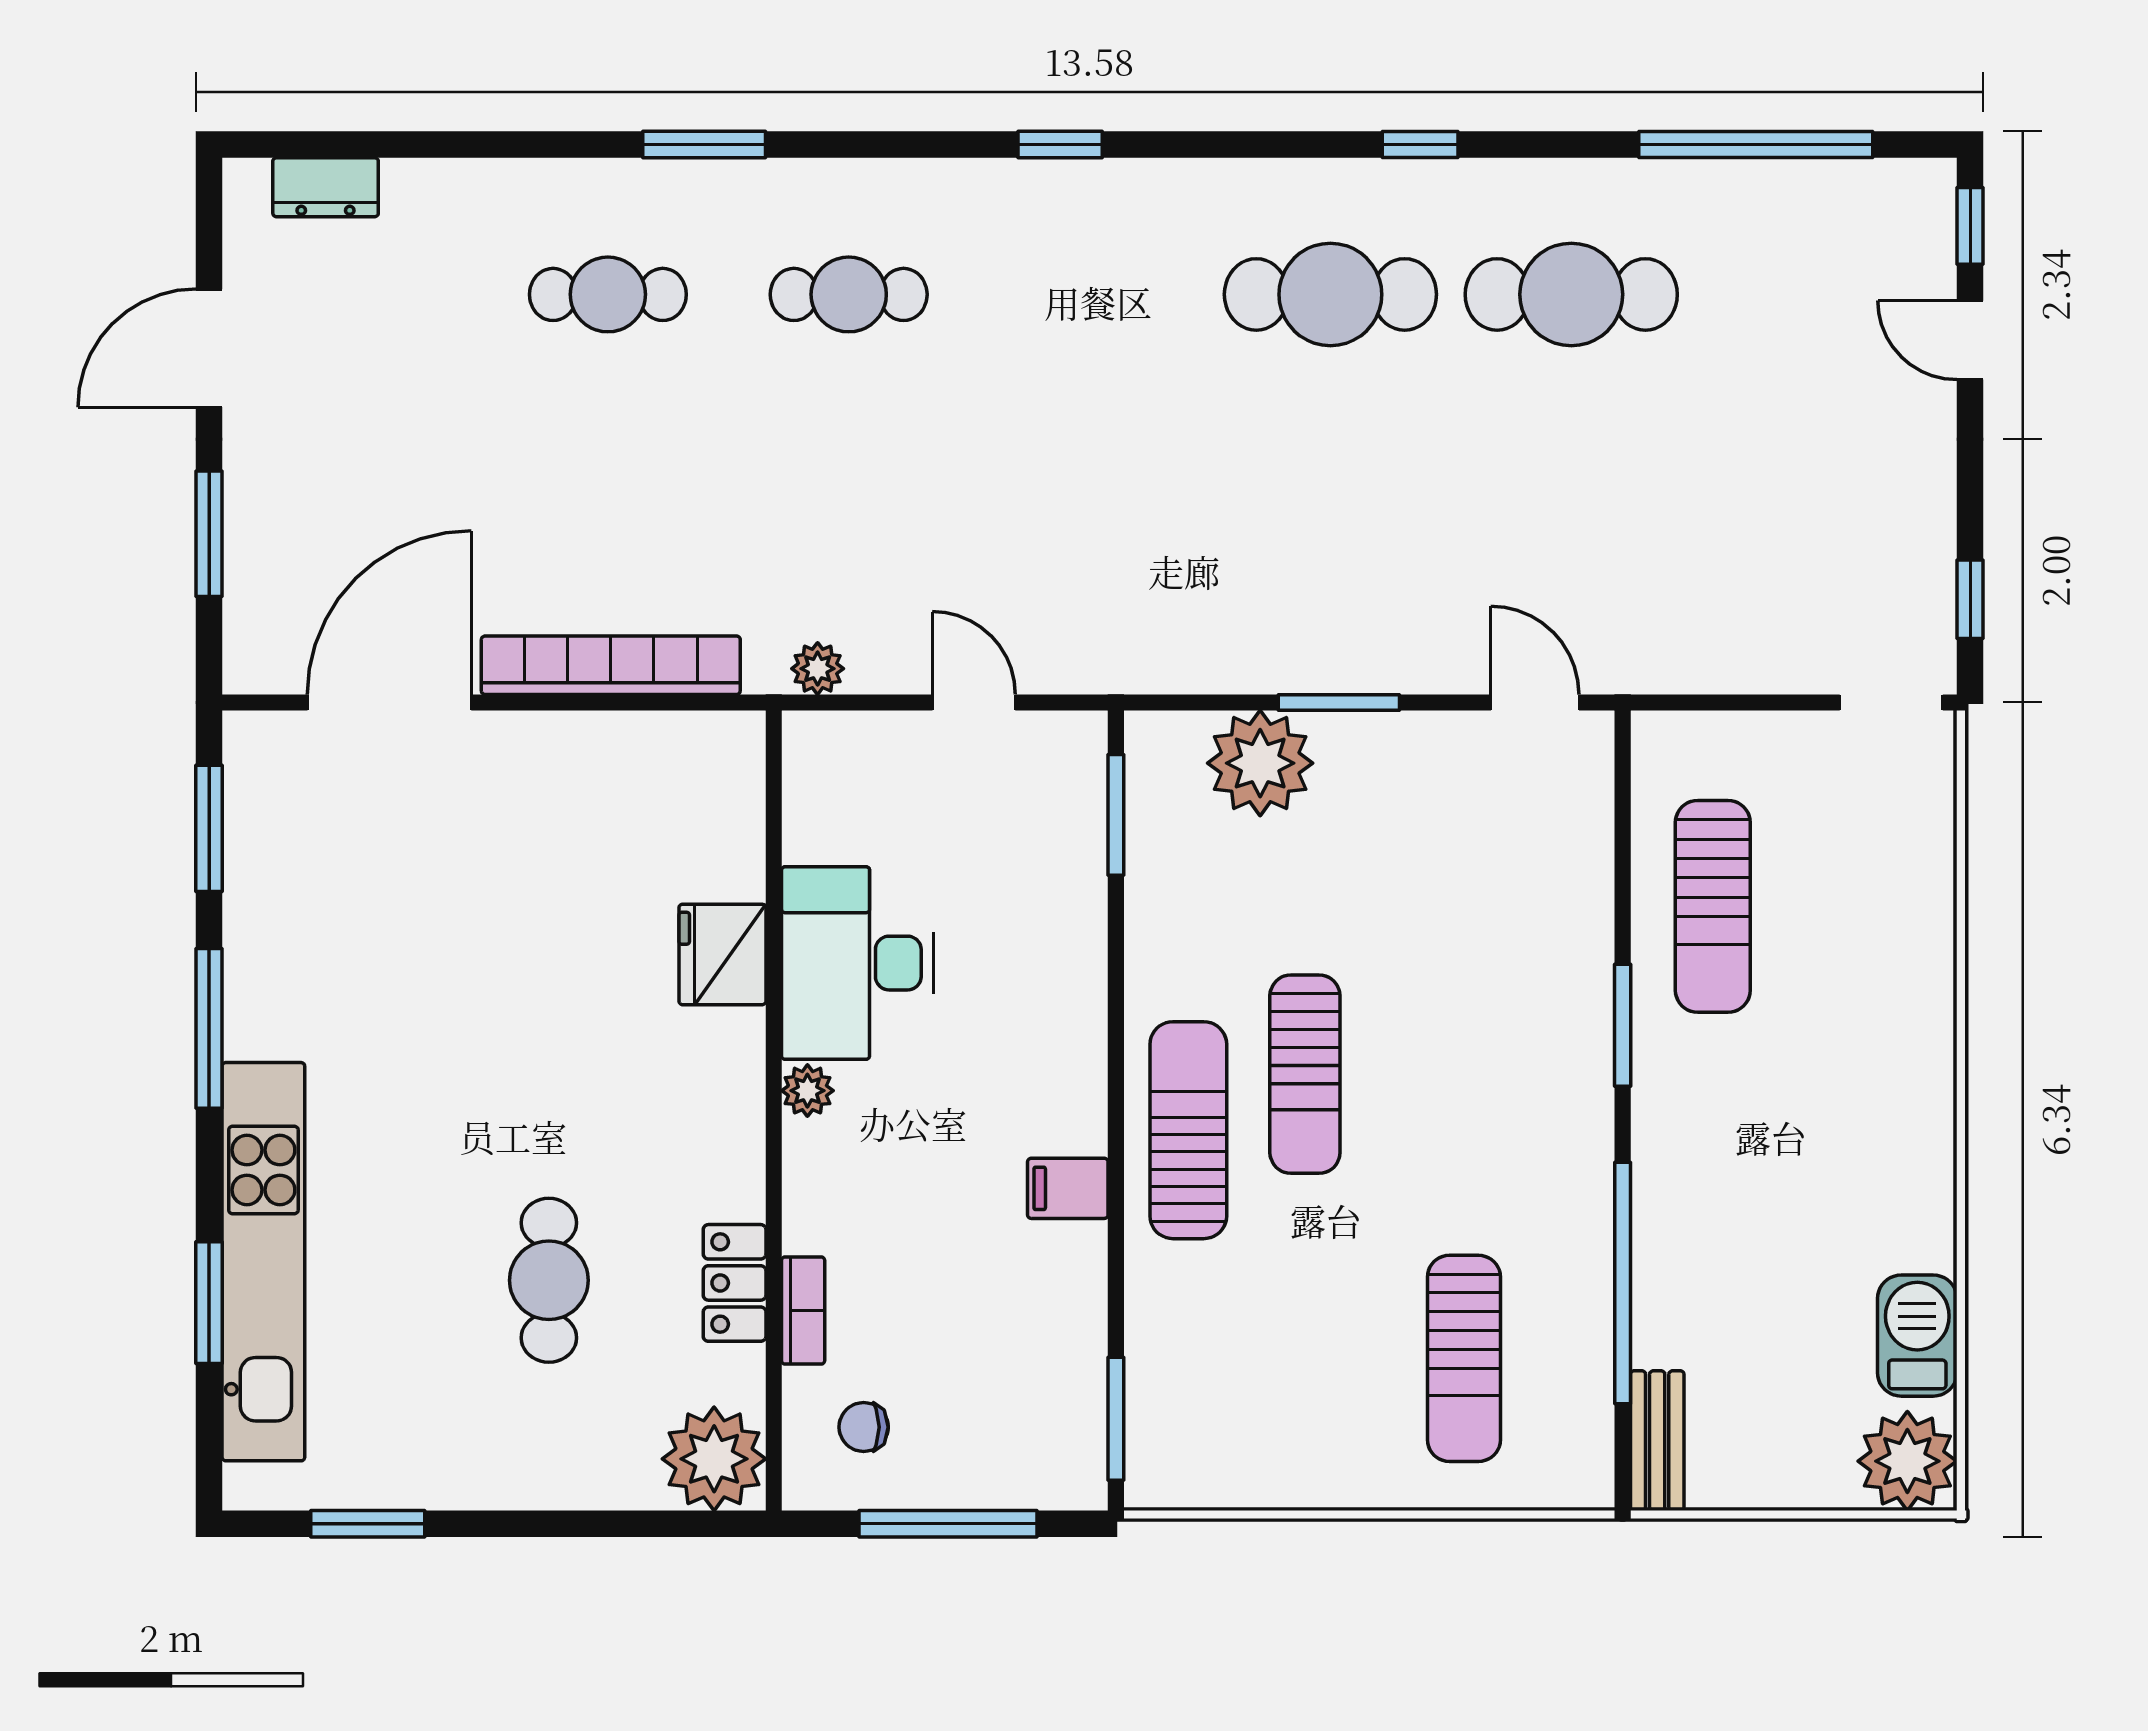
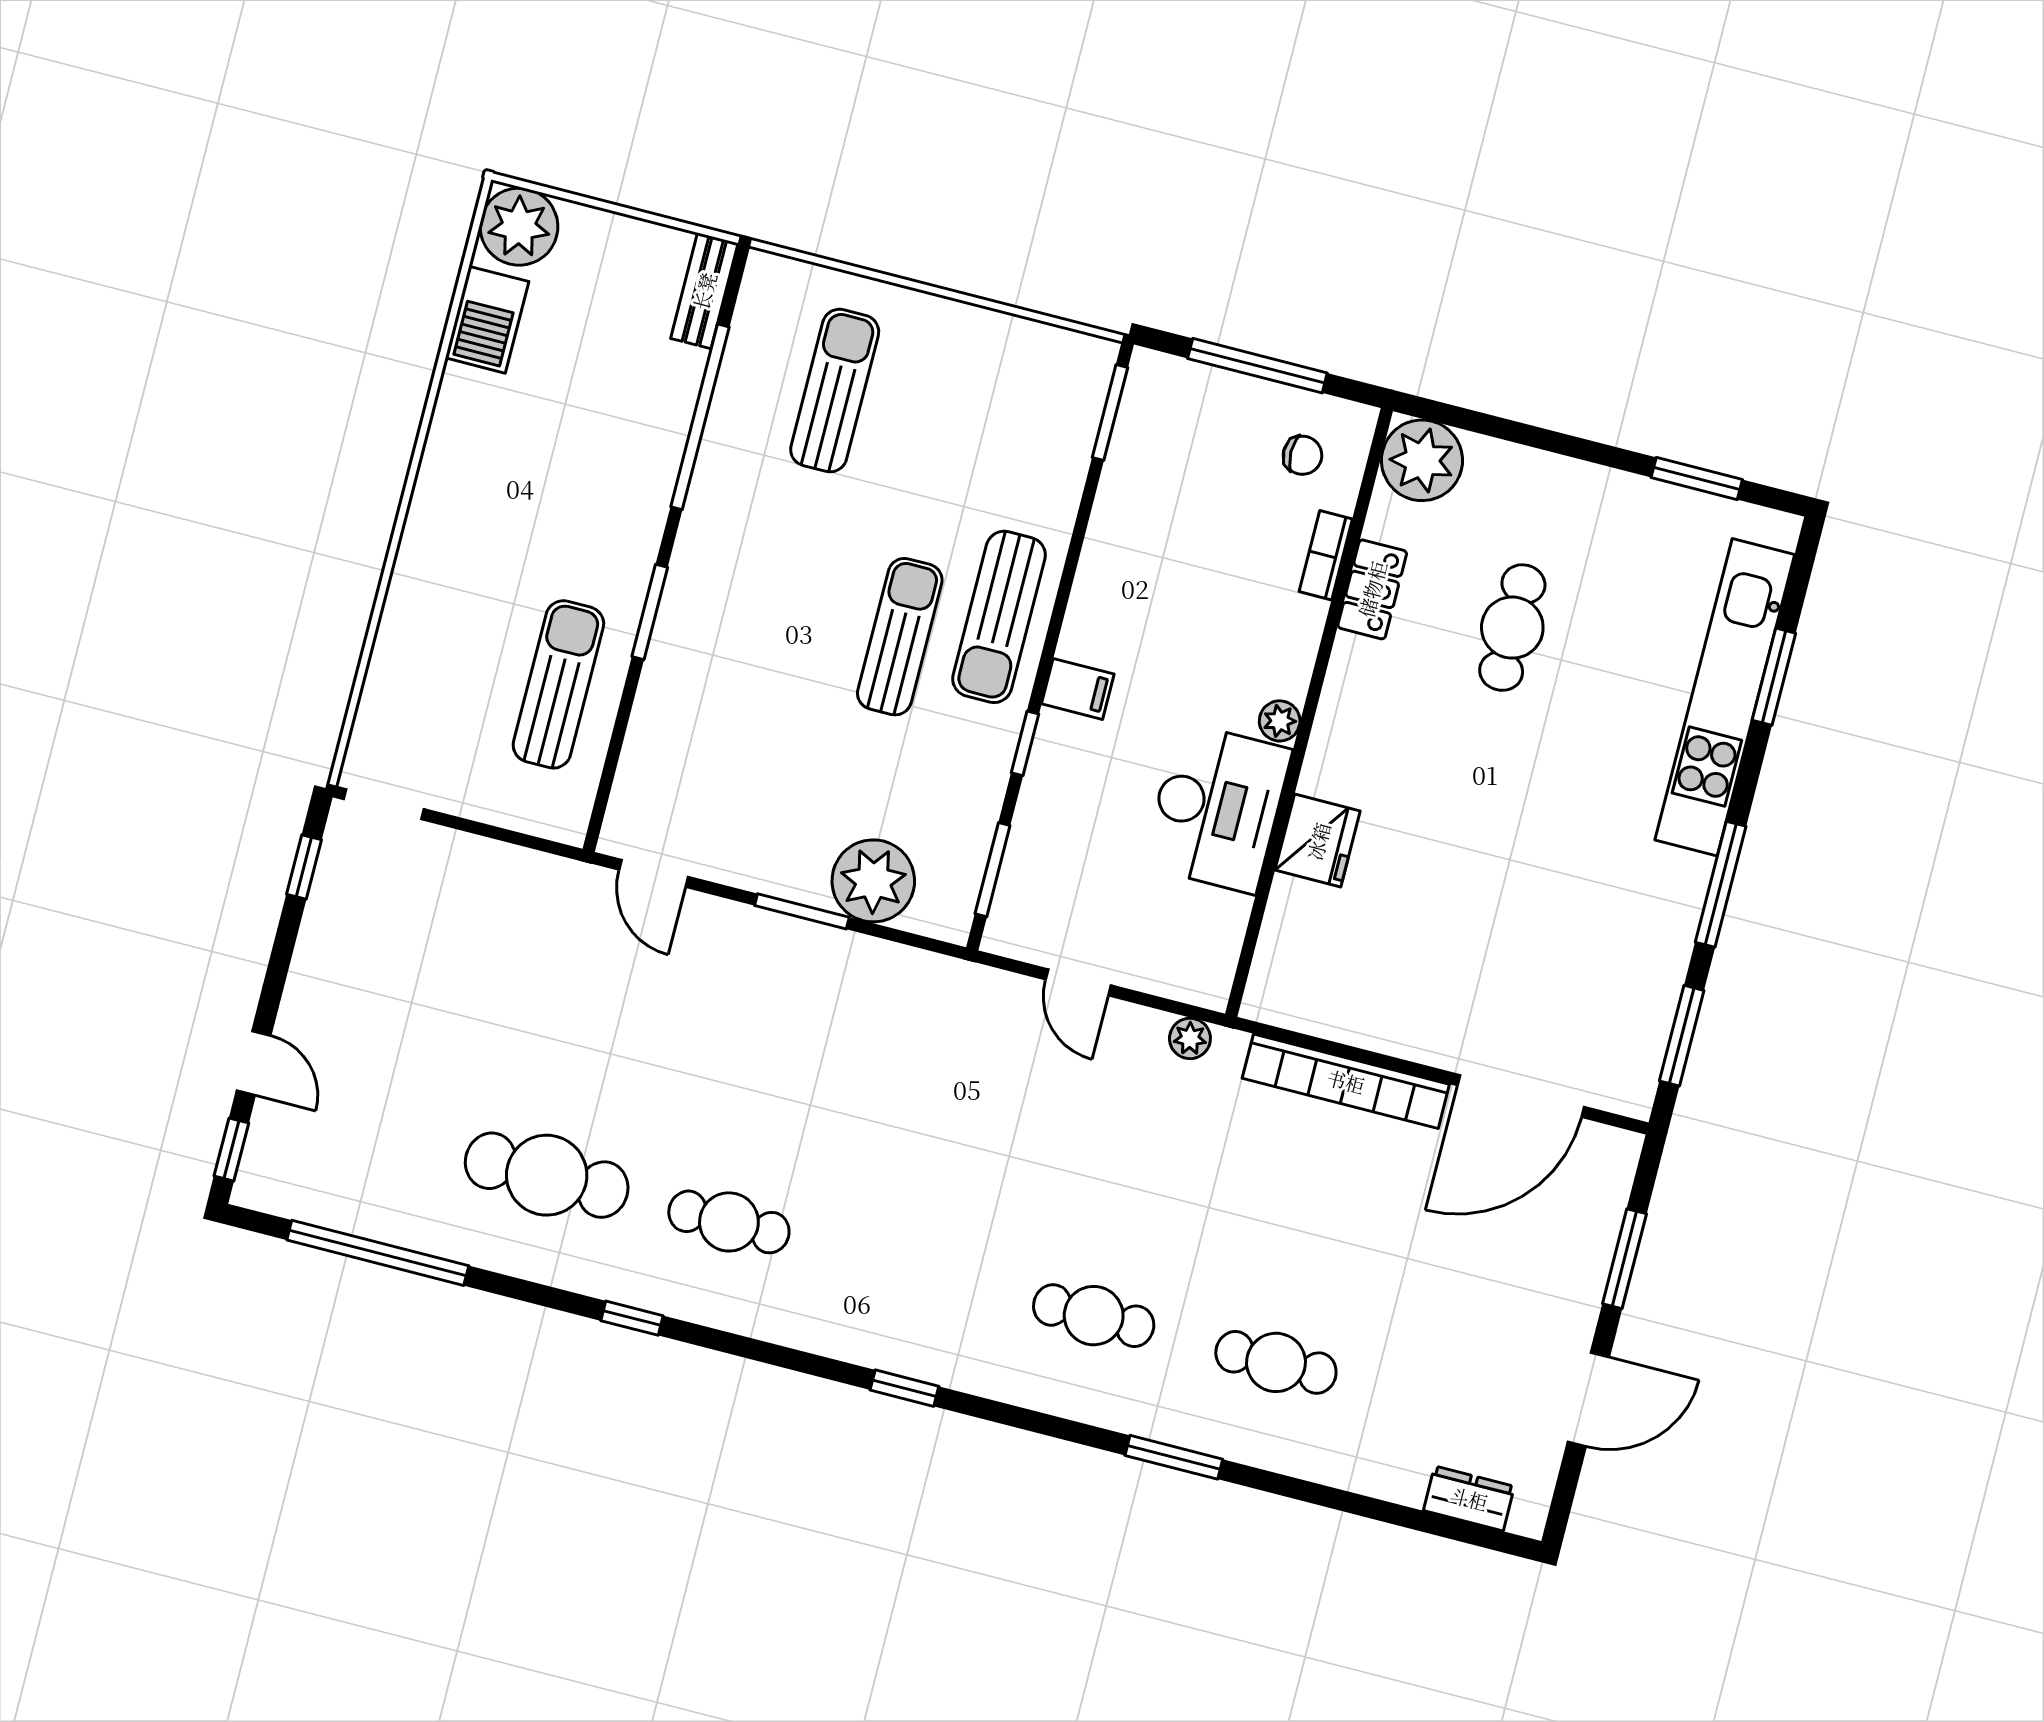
cafe table: (1330, 294) -> (729, 1222), width x0.73, depth x0.74
window: (1116, 982) -> (1025, 743), added
filing cabinet: (1068, 1188) -> (1078, 689), moved

